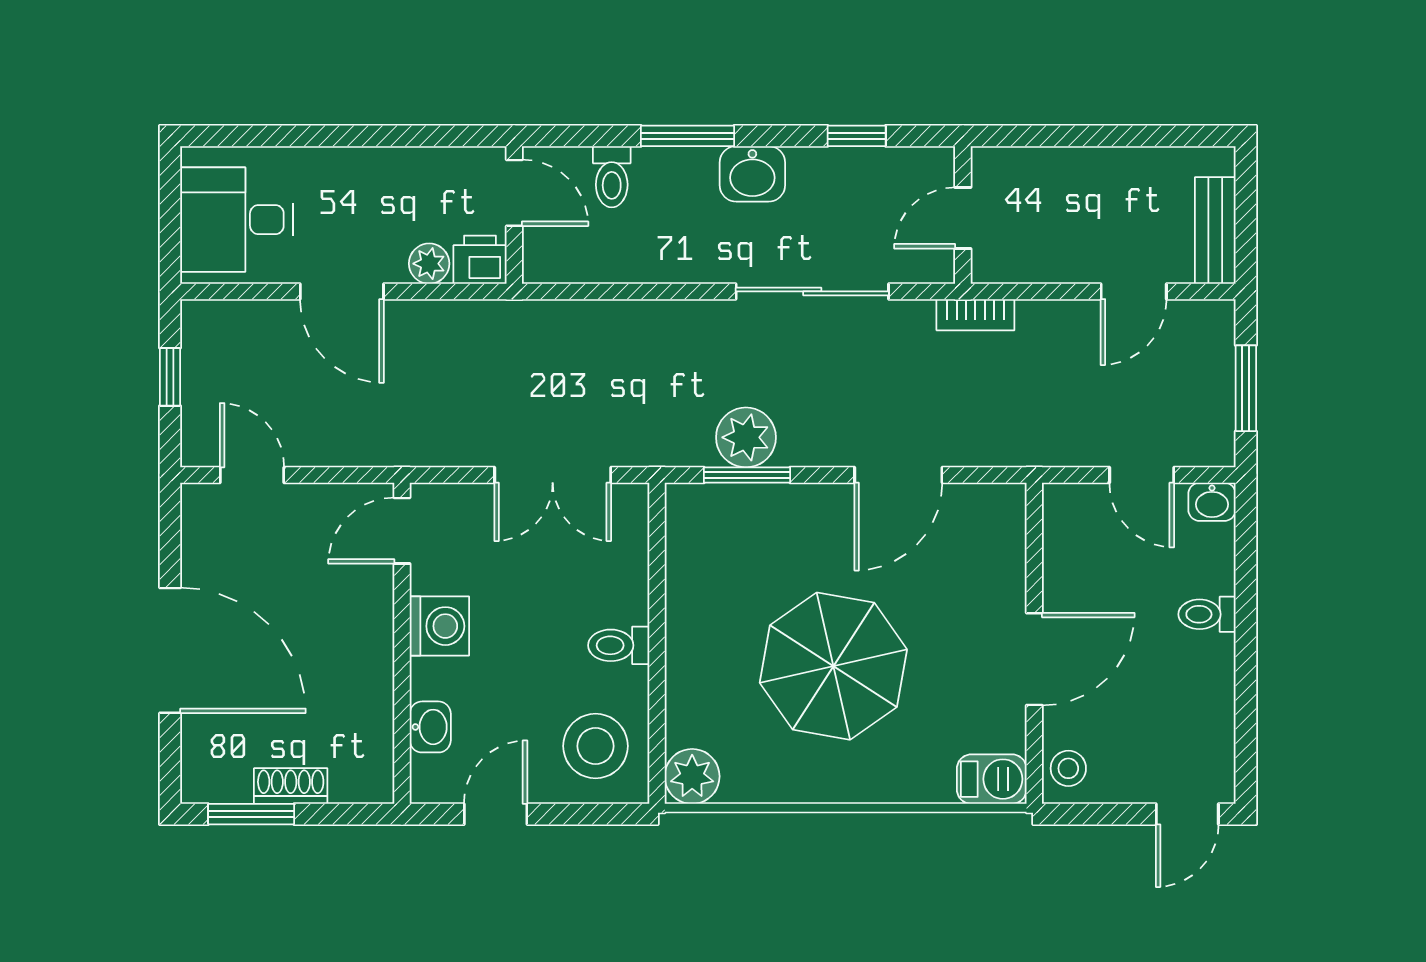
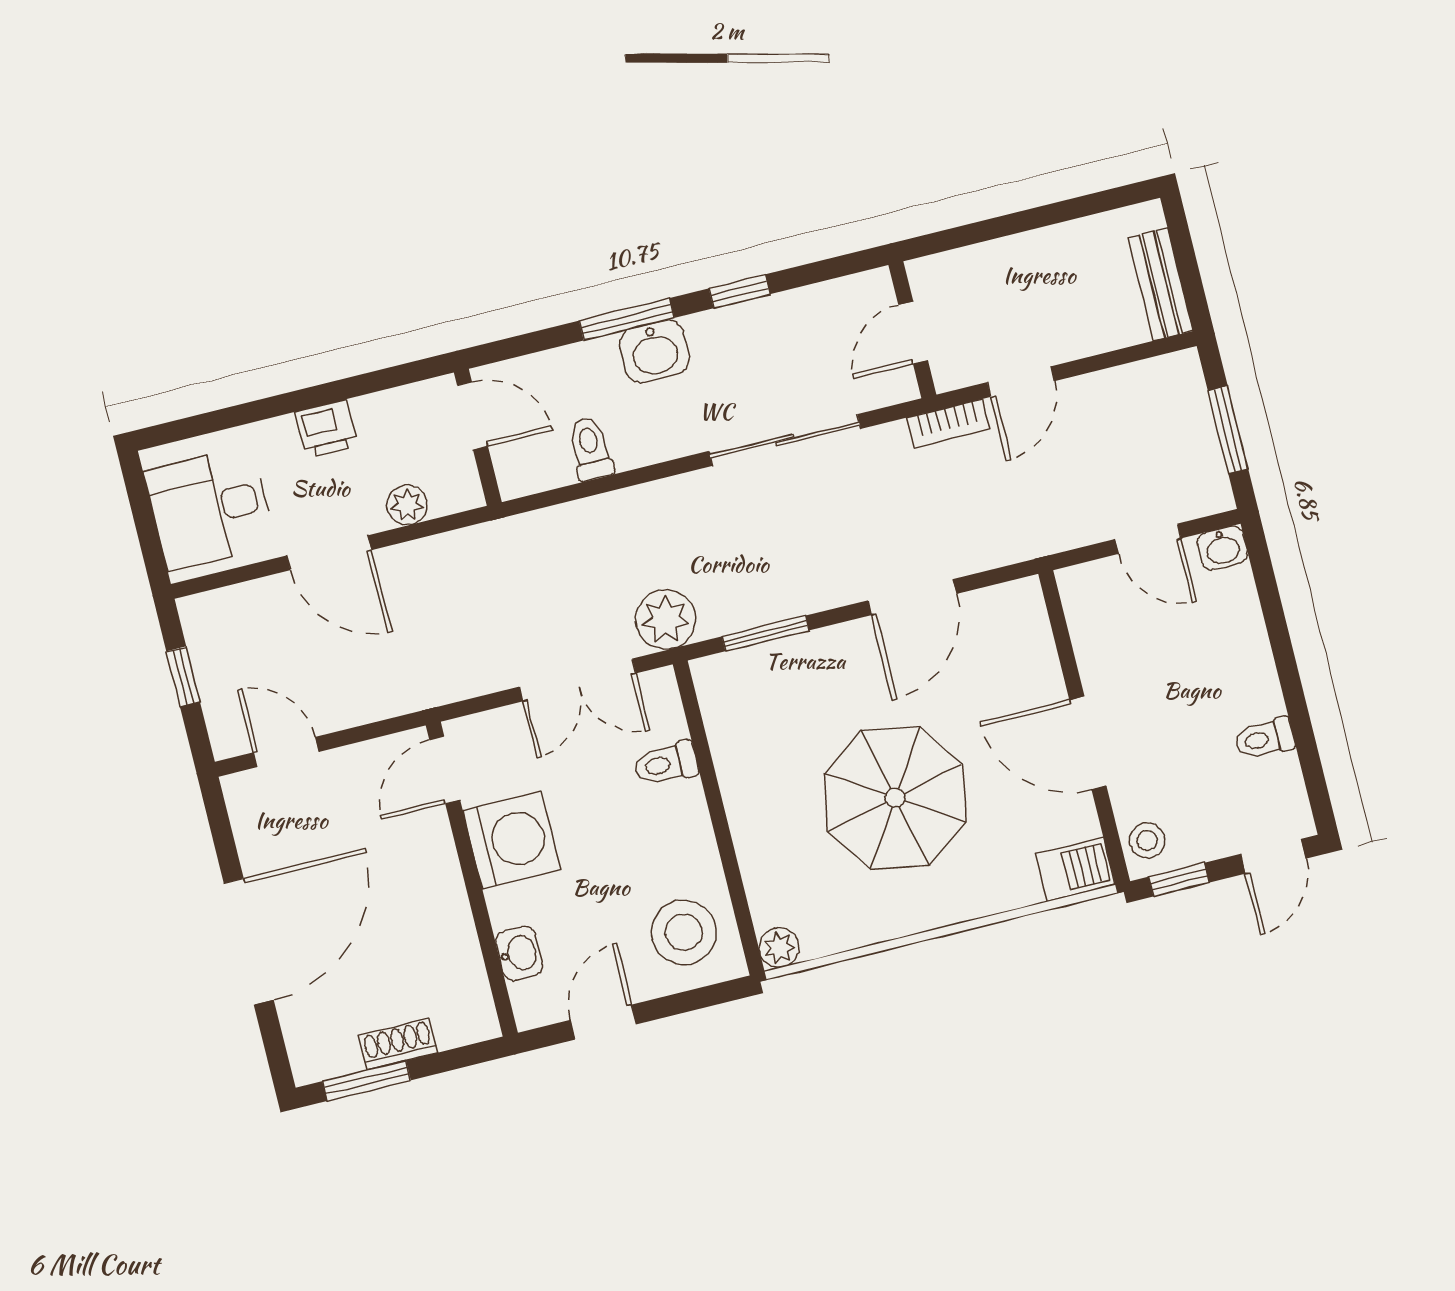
window: (857, 136) -> (739, 291), moved
washbasin: (752, 174) -> (655, 351), moved
toilet: (612, 177) -> (590, 449), moved, turned 180
printer: (480, 260) -> (326, 429), moved, turned 180
door: (1134, 291) -> (1021, 382), moved
plant: (746, 437) -> (666, 620), moved
toilet: (1207, 614) -> (1264, 739), moved
washing machine: (439, 626) -> (512, 840), width x1.37, depth x1.37
toilet: (619, 645) -> (666, 764), moved
door: (170, 650) -> (249, 942), hinge flipped
door: (1034, 659) -> (1088, 743), swing flipped
plant: (692, 776) -> (779, 948), width x0.73, depth x0.73
window: (1090, 814) -> (1179, 880), added

